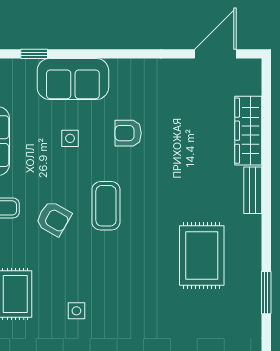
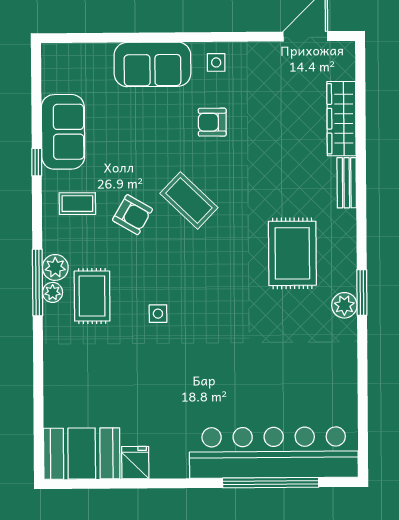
window: (34, 54) -> (111, 38), removed
side table: (70, 138) -> (216, 62), moved
coffee table: (106, 206) -> (189, 200), turned -46
plant: (250, 304) -> (344, 305), added

